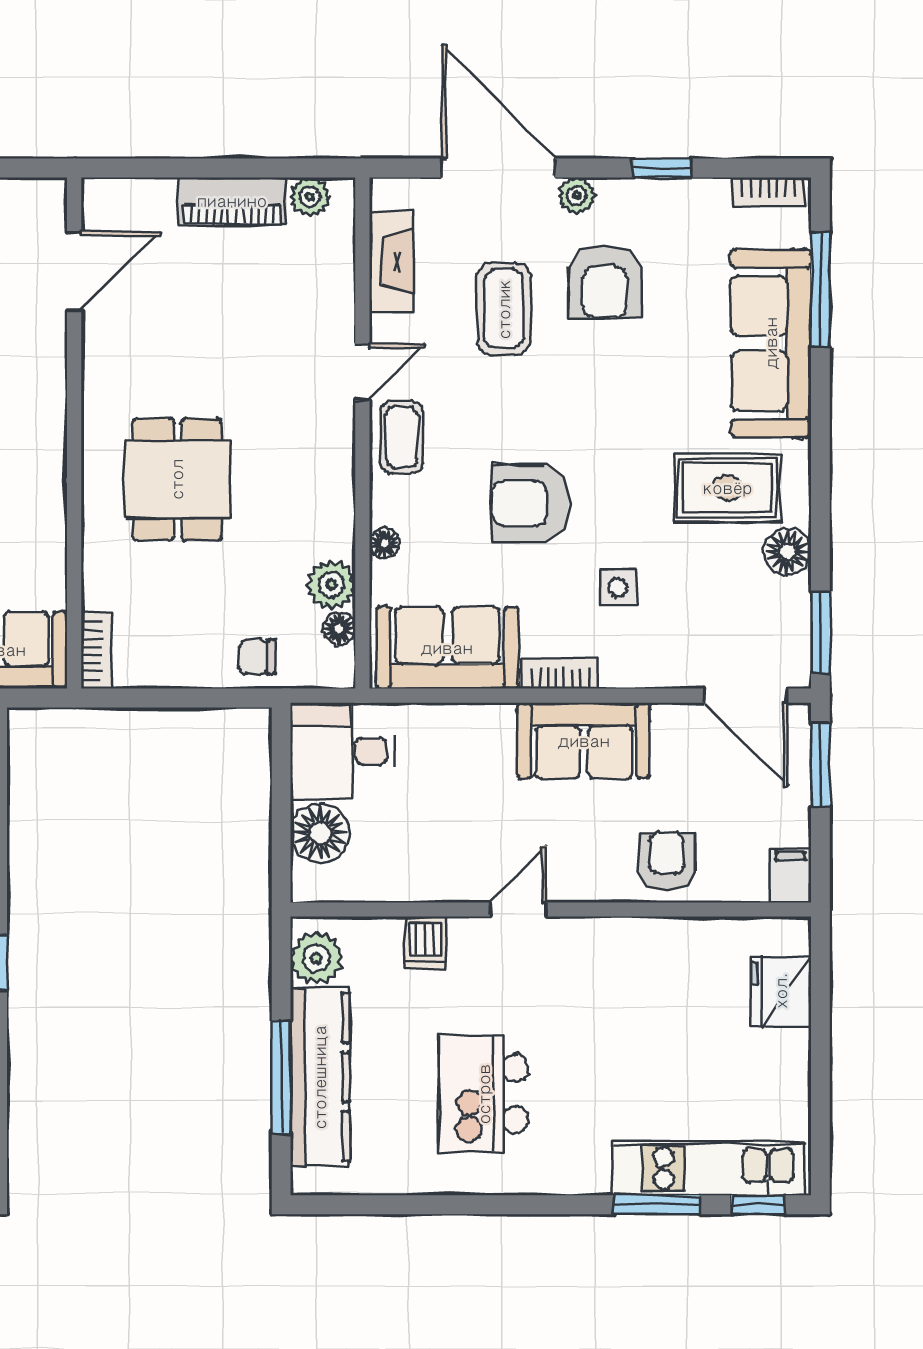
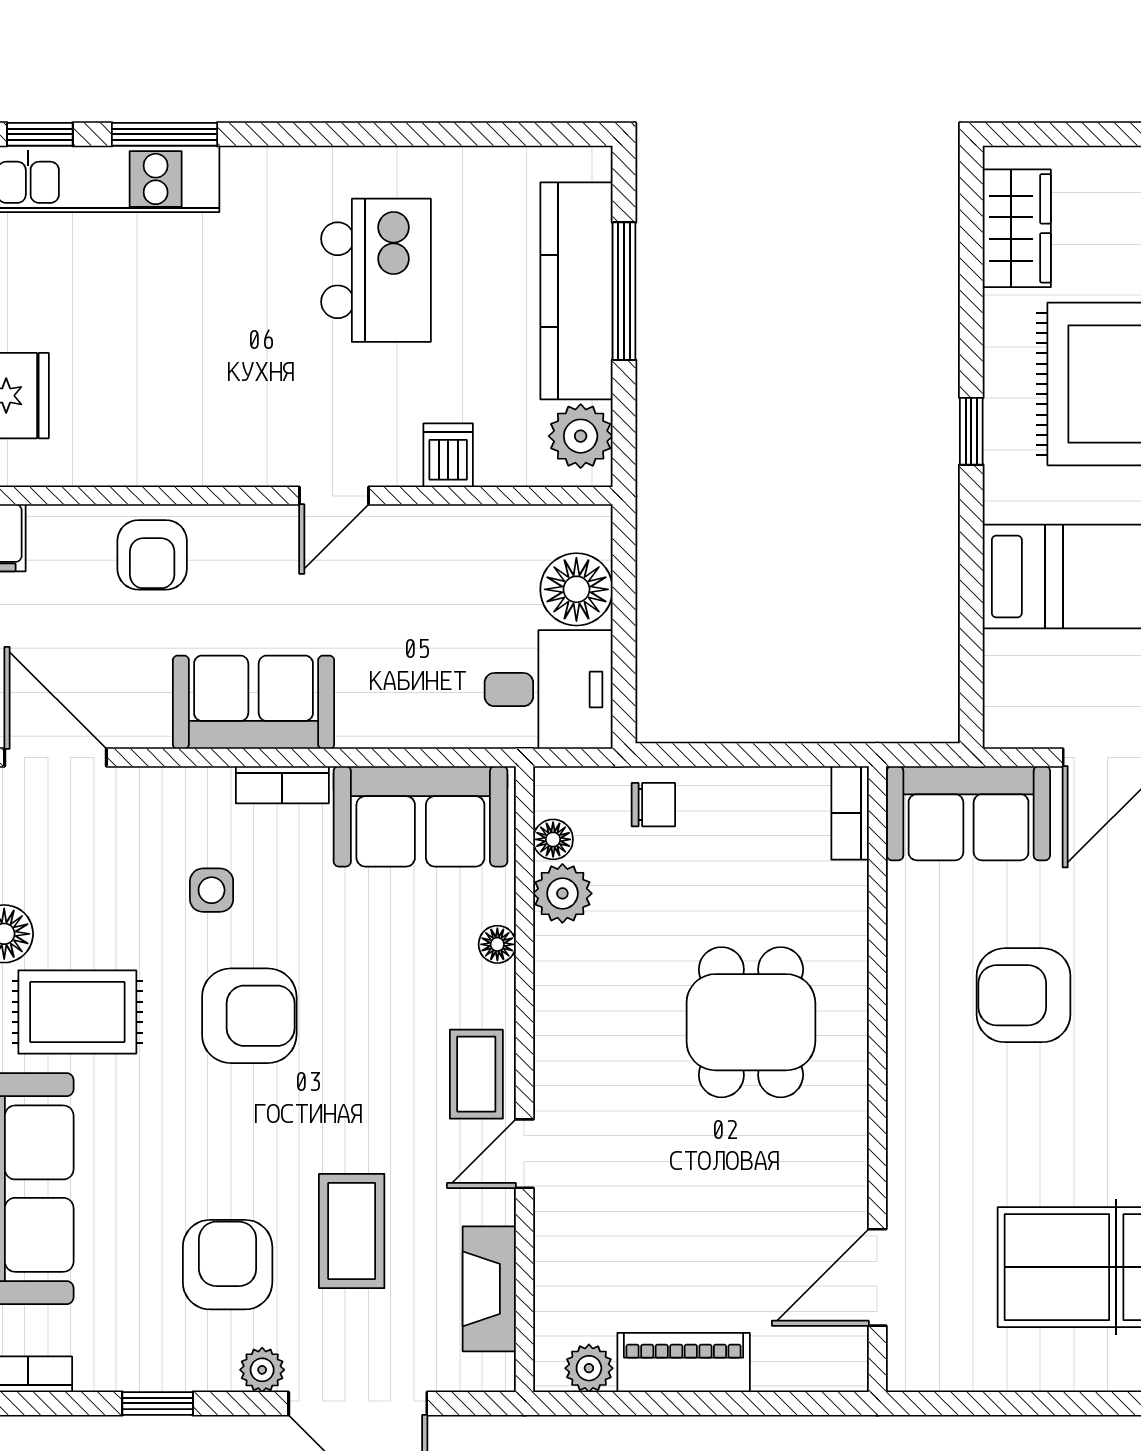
armchair: (530, 503) -> (249, 1016), moved

